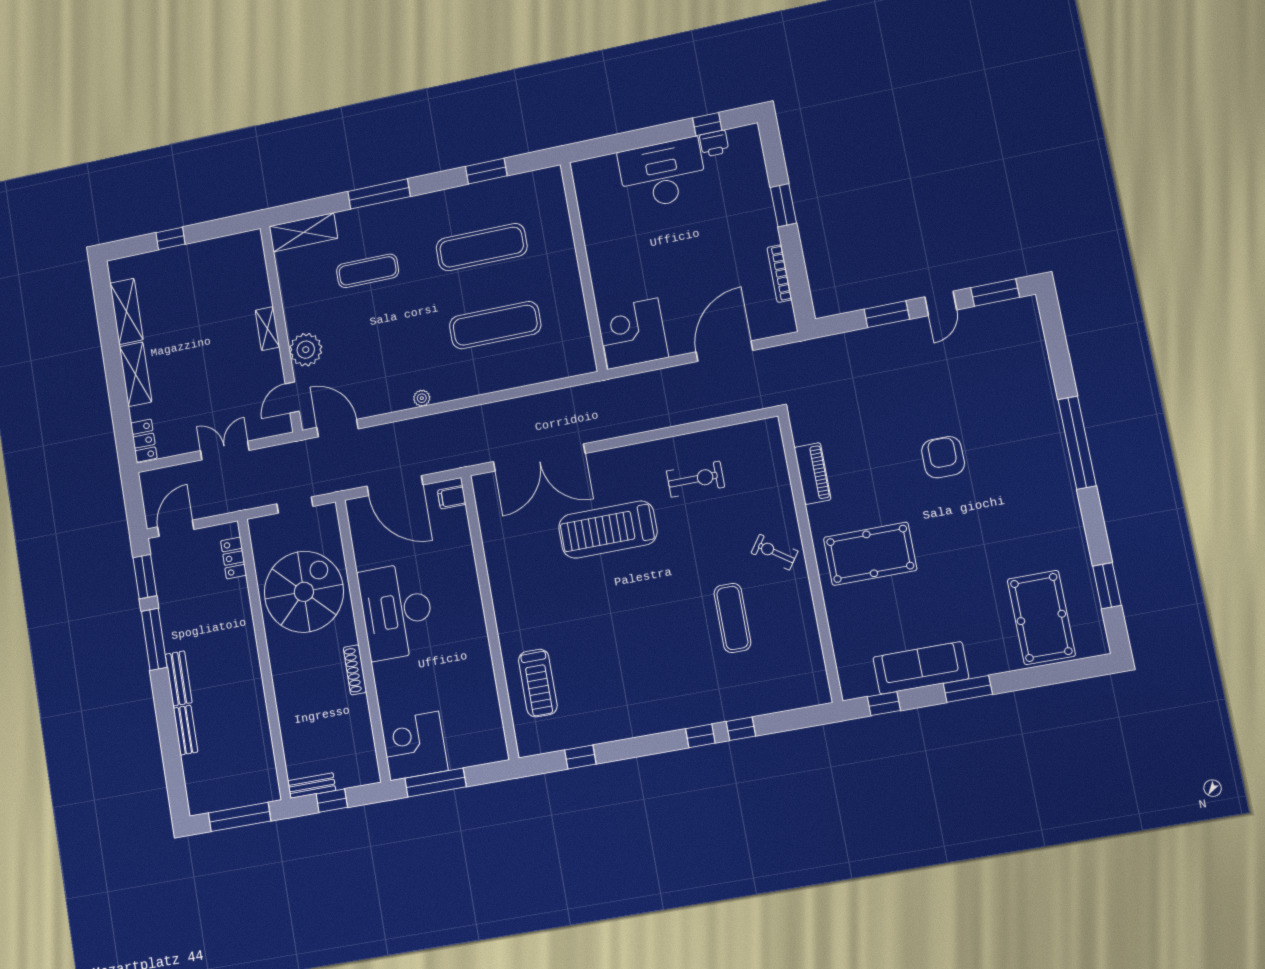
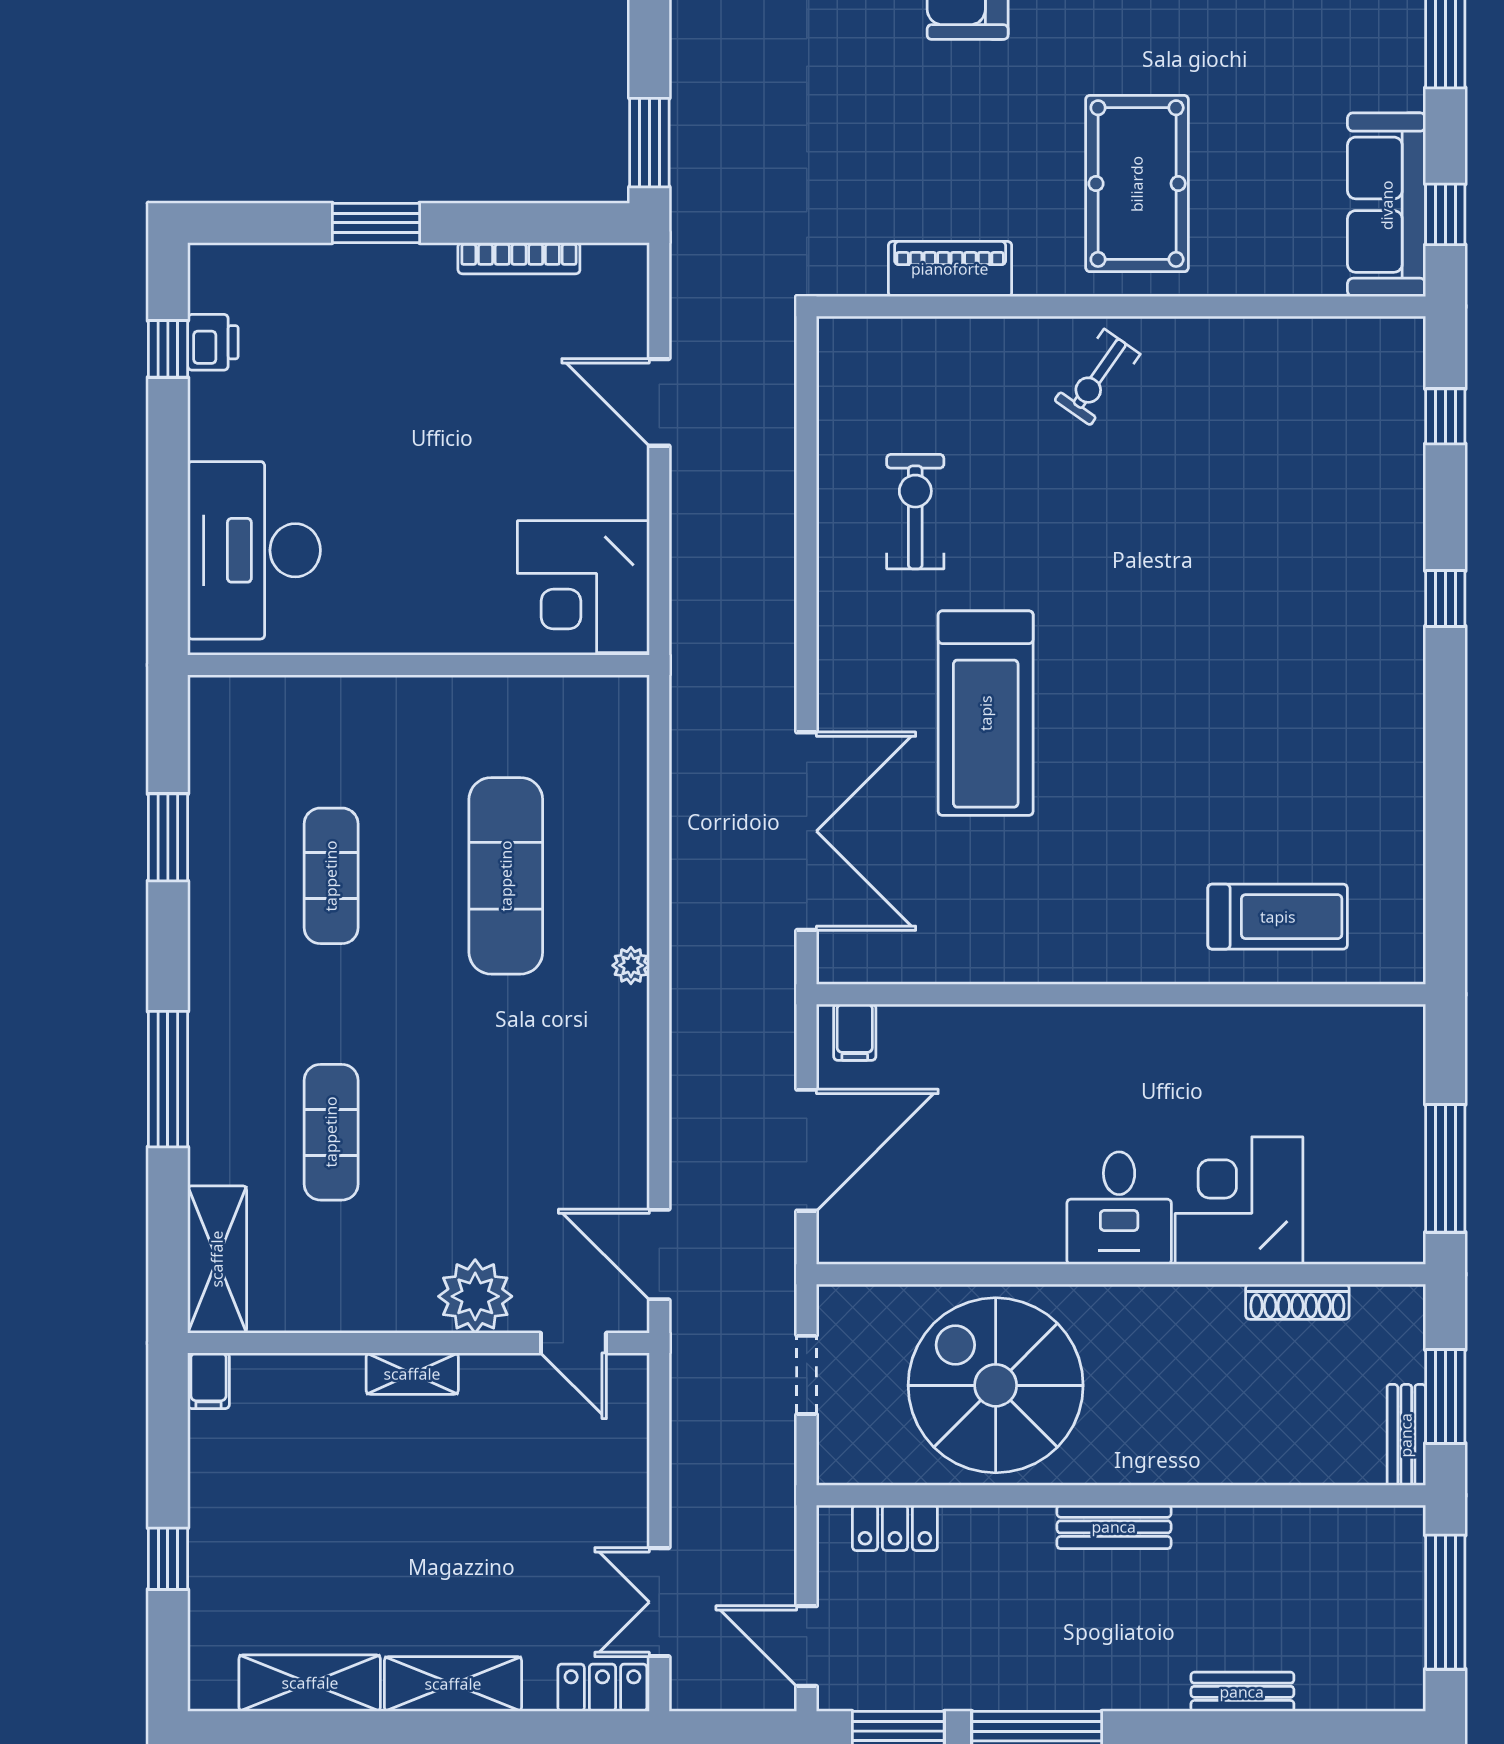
desk: (662, 174) -> (254, 550), moved
filing cabinet: (250, 240) -> (208, 1381), added
exercise mat: (482, 247) -> (331, 876), width x0.73, depth x0.69
window: (887, 314) -> (649, 143), moved
door: (724, 351) -> (659, 402), width x0.73
plant: (422, 398) -> (631, 965), moved
door: (338, 428) -> (659, 1254), hinge flipped
double door: (225, 451) -> (659, 1602), moved
desk: (397, 611) -> (1119, 1208), width x0.53, depth x0.77
exercise mat: (732, 618) -> (1216, 488), removed
sofa: (921, 668) -> (1387, 205), moved
shoe rack: (355, 670) -> (1297, 1302), moved
bench: (179, 678) -> (1114, 1527), moved
window: (741, 729) -> (1445, 416), moved
corner desk: (414, 746) -> (1239, 1201), moved, turned 90
window: (580, 757) -> (1445, 854), removed
window: (332, 801) -> (1445, 1396), width x1.50

